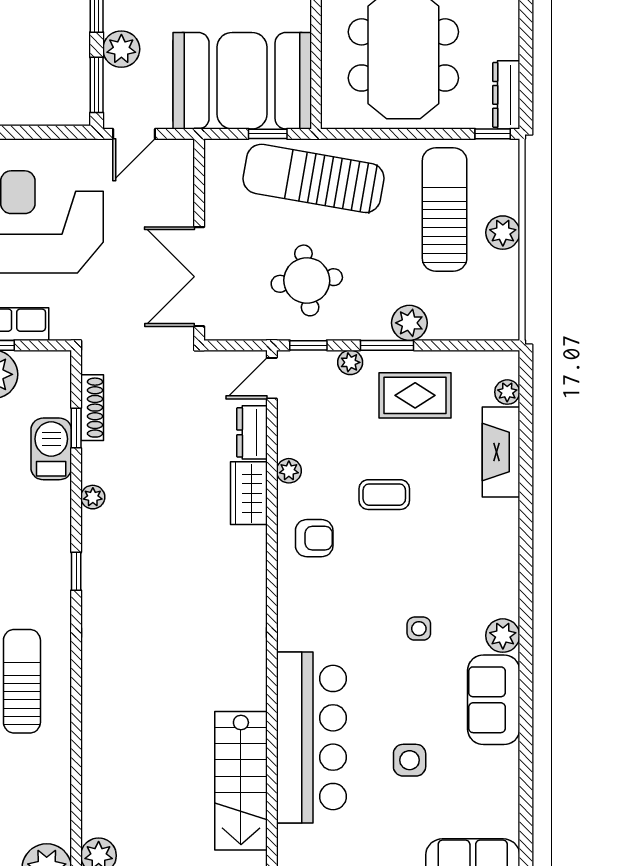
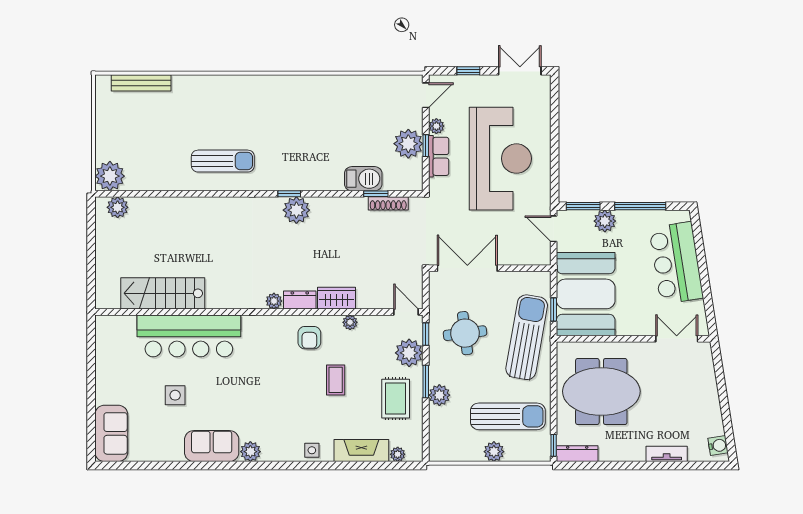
plant: (350, 362) -> (409, 353), width x1.87, depth x1.87
dresser: (252, 432) -> (300, 300), moved
plant: (93, 497) -> (296, 210), moved, width x1.87, depth x1.87
plant: (254, 597) -> (274, 301), added
side table: (419, 629) -> (312, 450), moved

